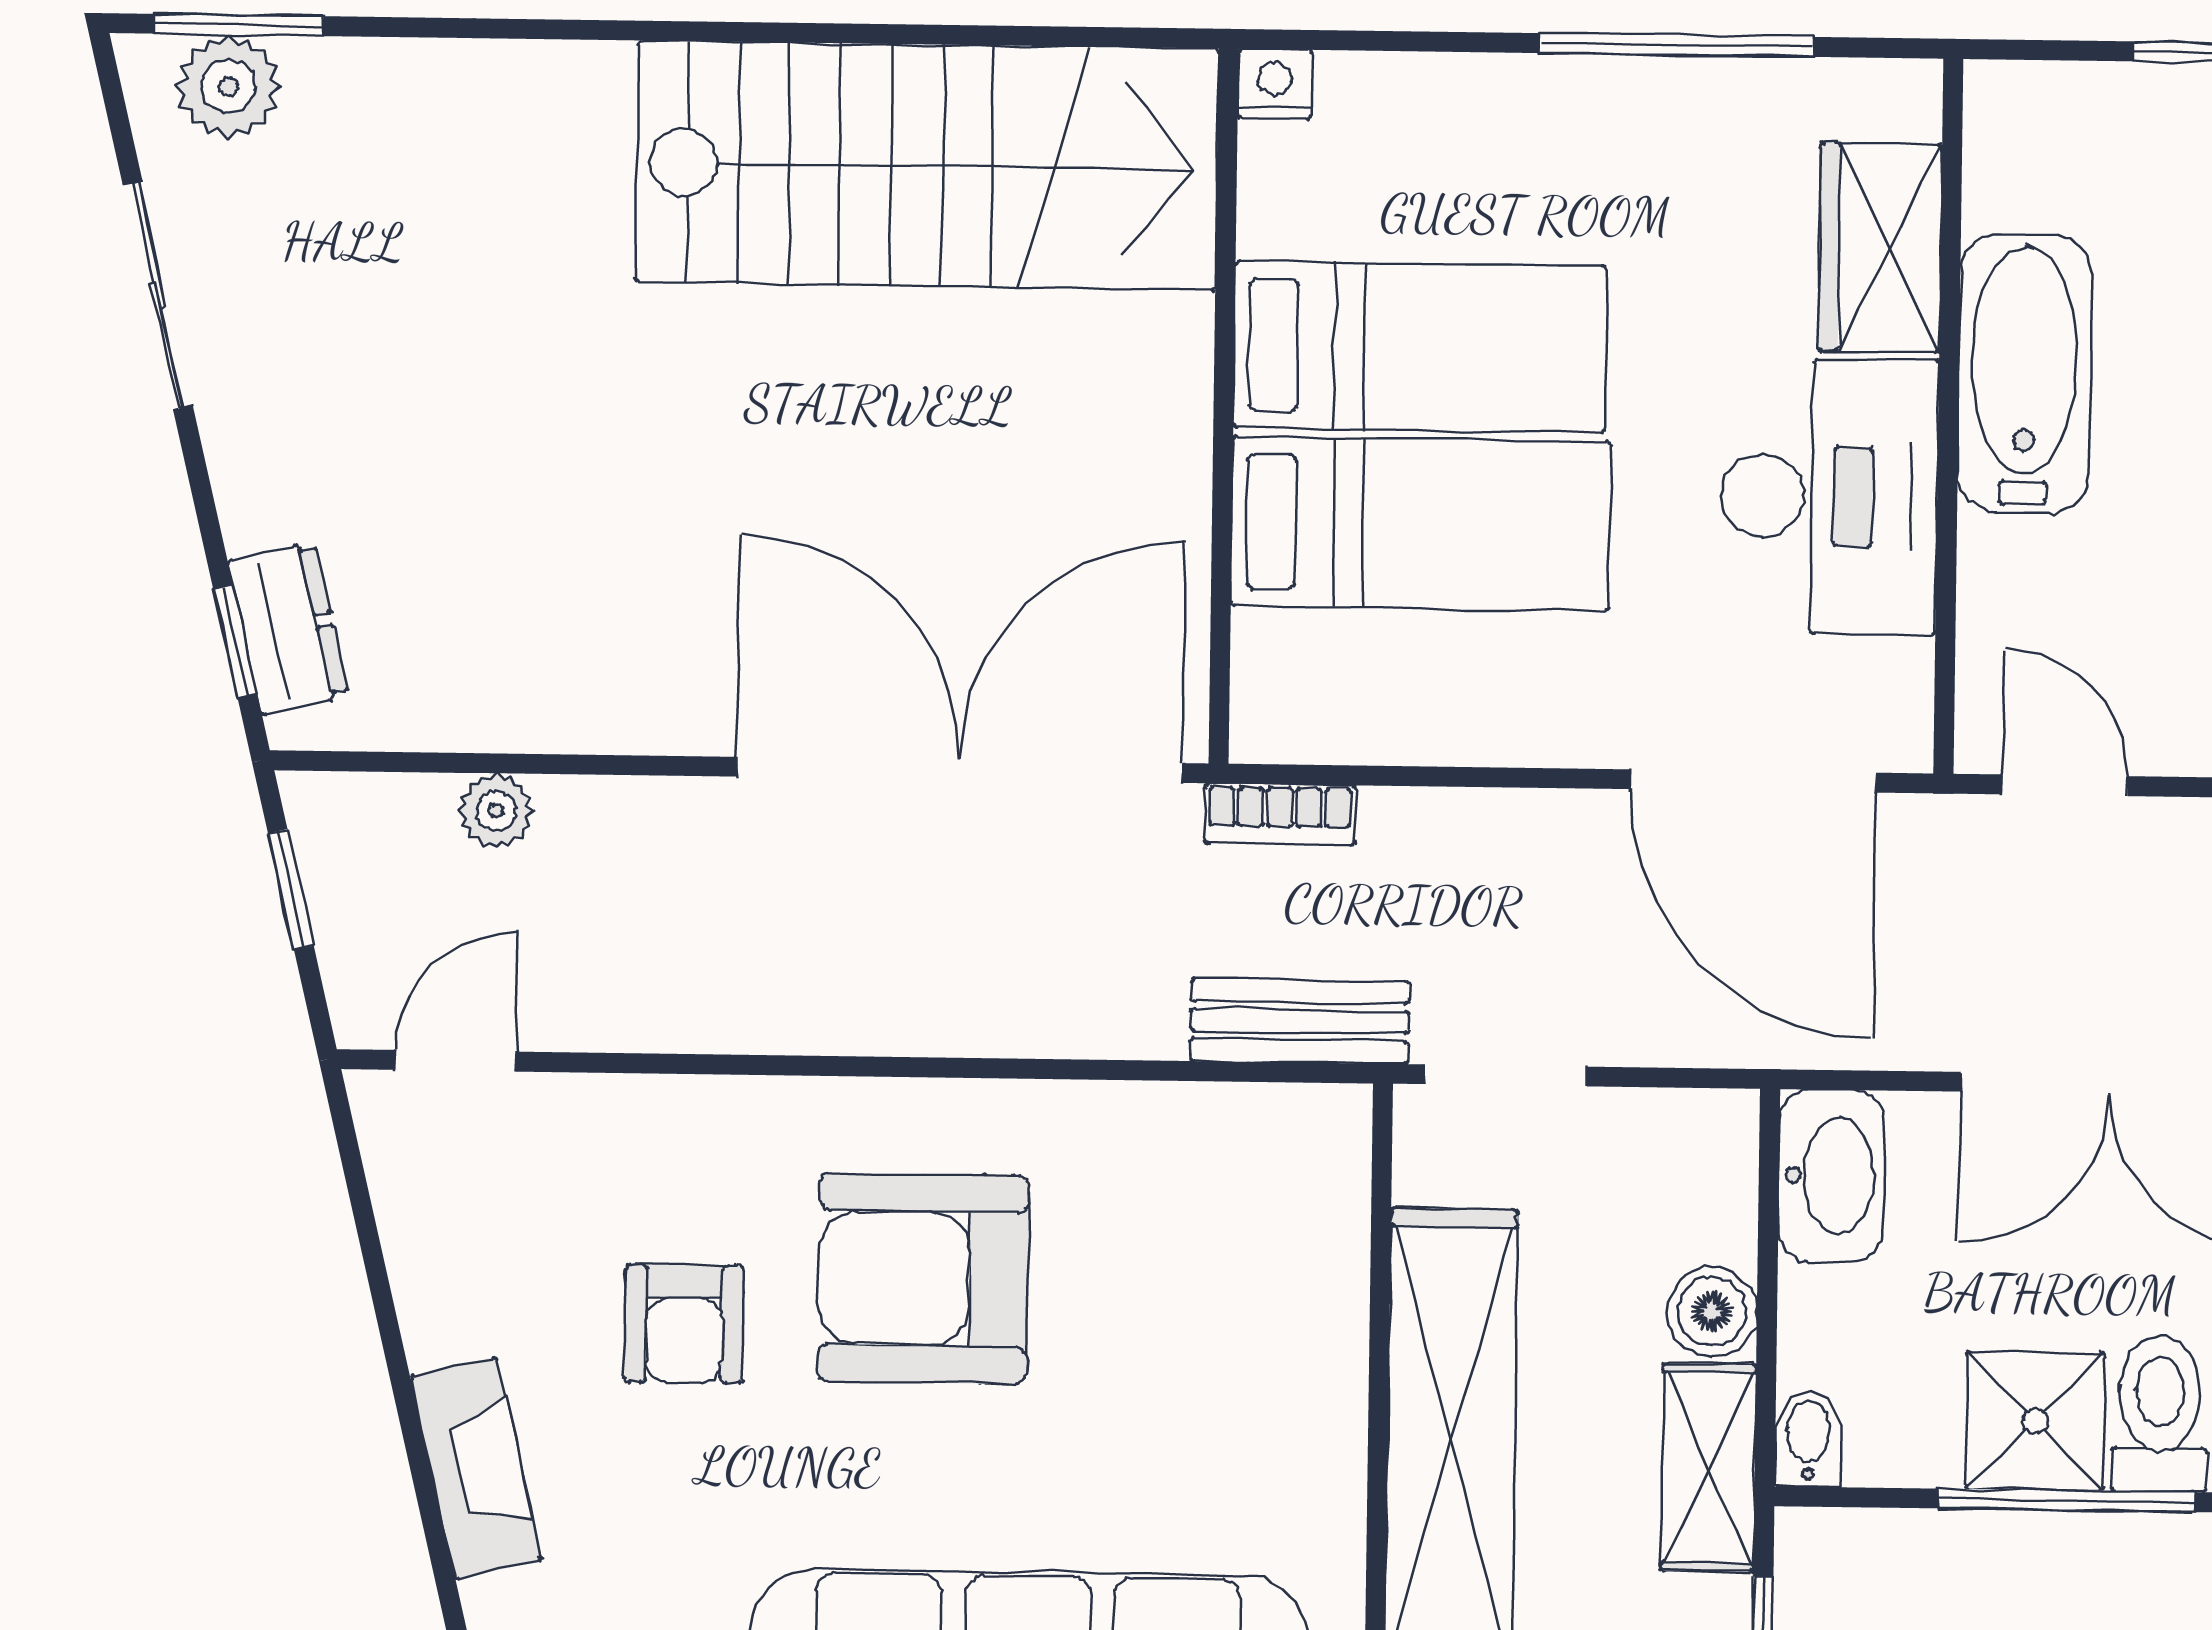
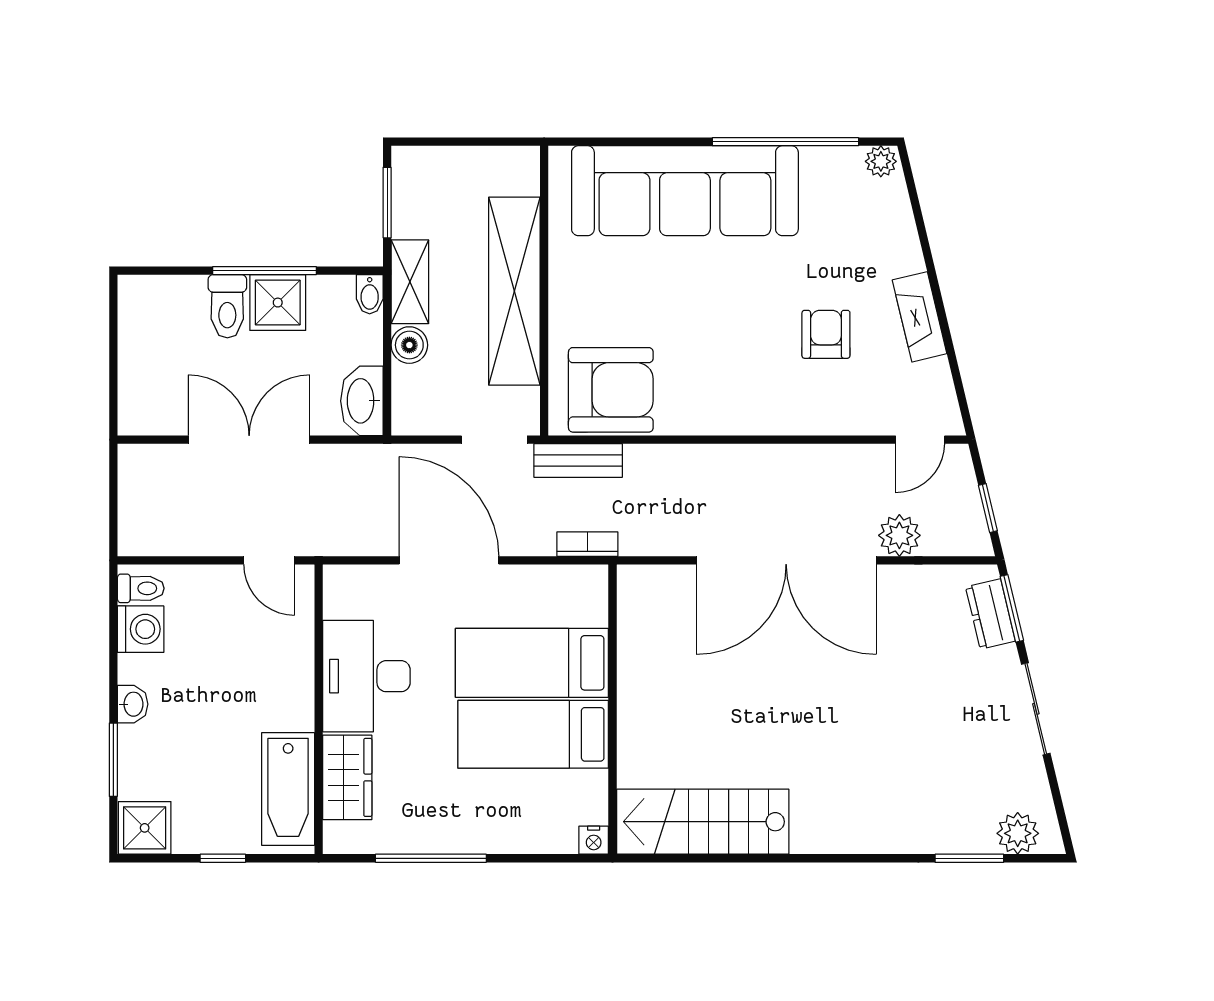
window: (239, 25) -> (969, 858), moved
stairs: (927, 165) -> (703, 822), width x0.73, depth x0.66
sliding door: (158, 295) -> (1036, 709), moved
bathtub: (2024, 373) -> (288, 789), moved
window: (235, 641) -> (1012, 608), width x1.50
double door: (960, 770) -> (786, 560), moved
door: (1753, 781) -> (449, 560), moved
plant: (496, 811) -> (899, 535), width x1.38, depth x1.38
armchair: (923, 1278) -> (611, 390), moved
fireplace: (476, 1468) -> (920, 317), moved

